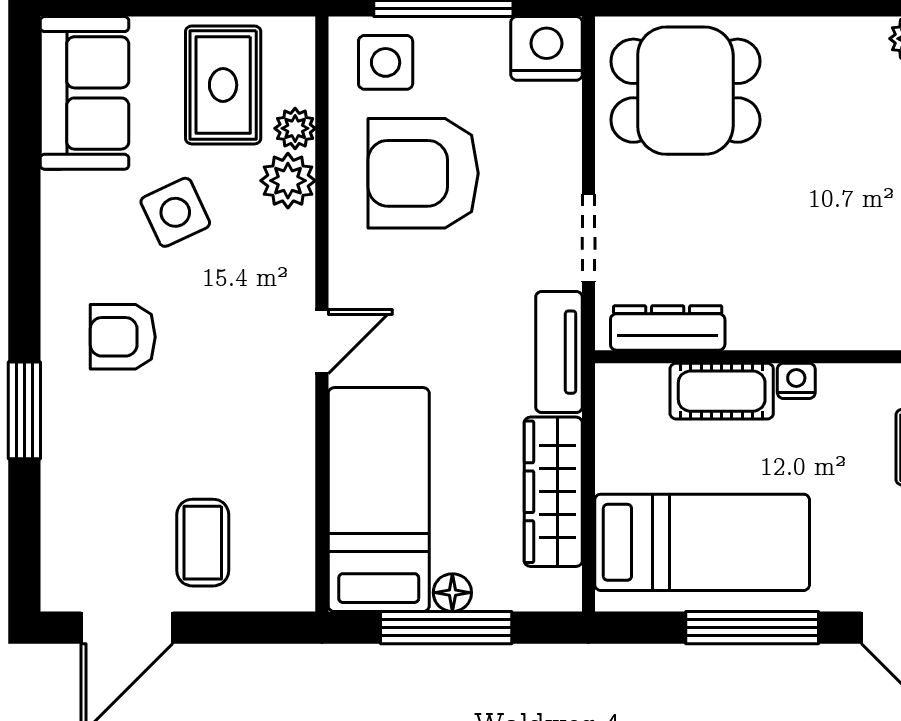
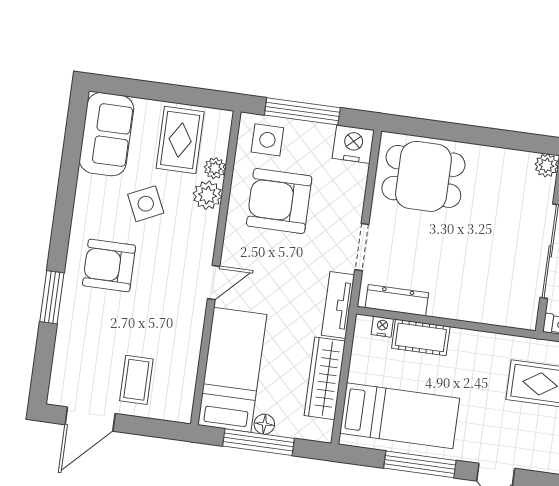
armchair: (123, 337) -> (109, 266), width x1.38, depth x1.38
nightstand: (796, 381) -> (382, 327), moved

